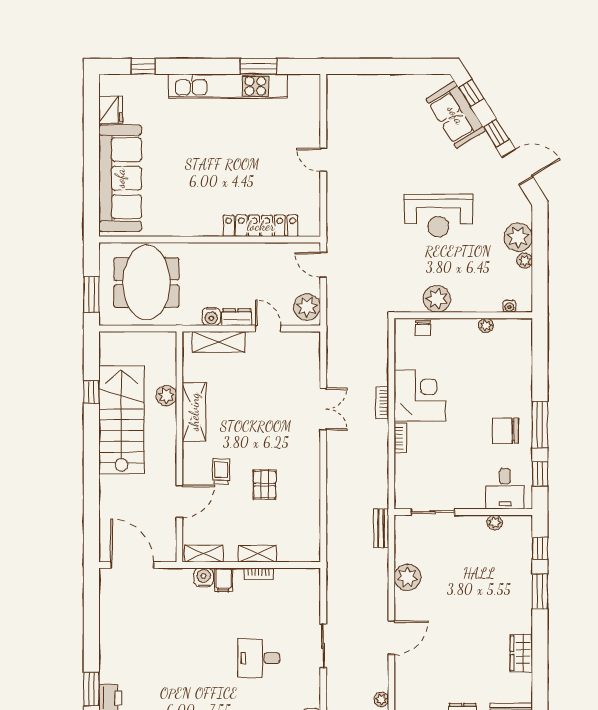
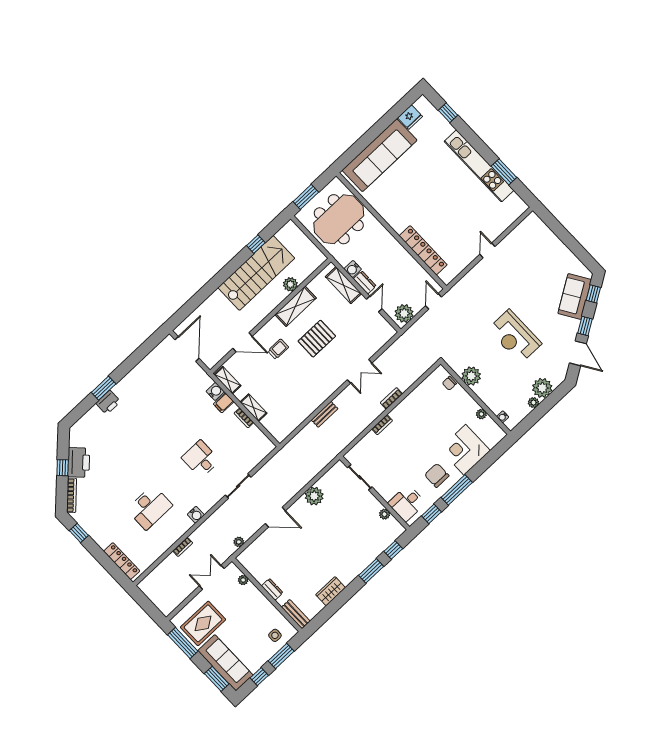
corner desk: (420, 396) -> (465, 450), moved, turned 180
pallet: (265, 485) -> (317, 339), moved, width x1.50, depth x1.42
bench: (381, 528) -> (325, 414), moved

